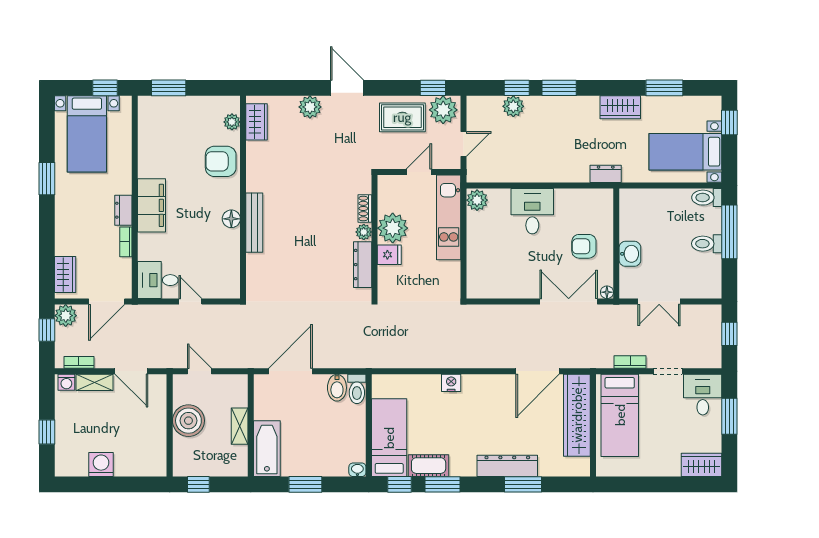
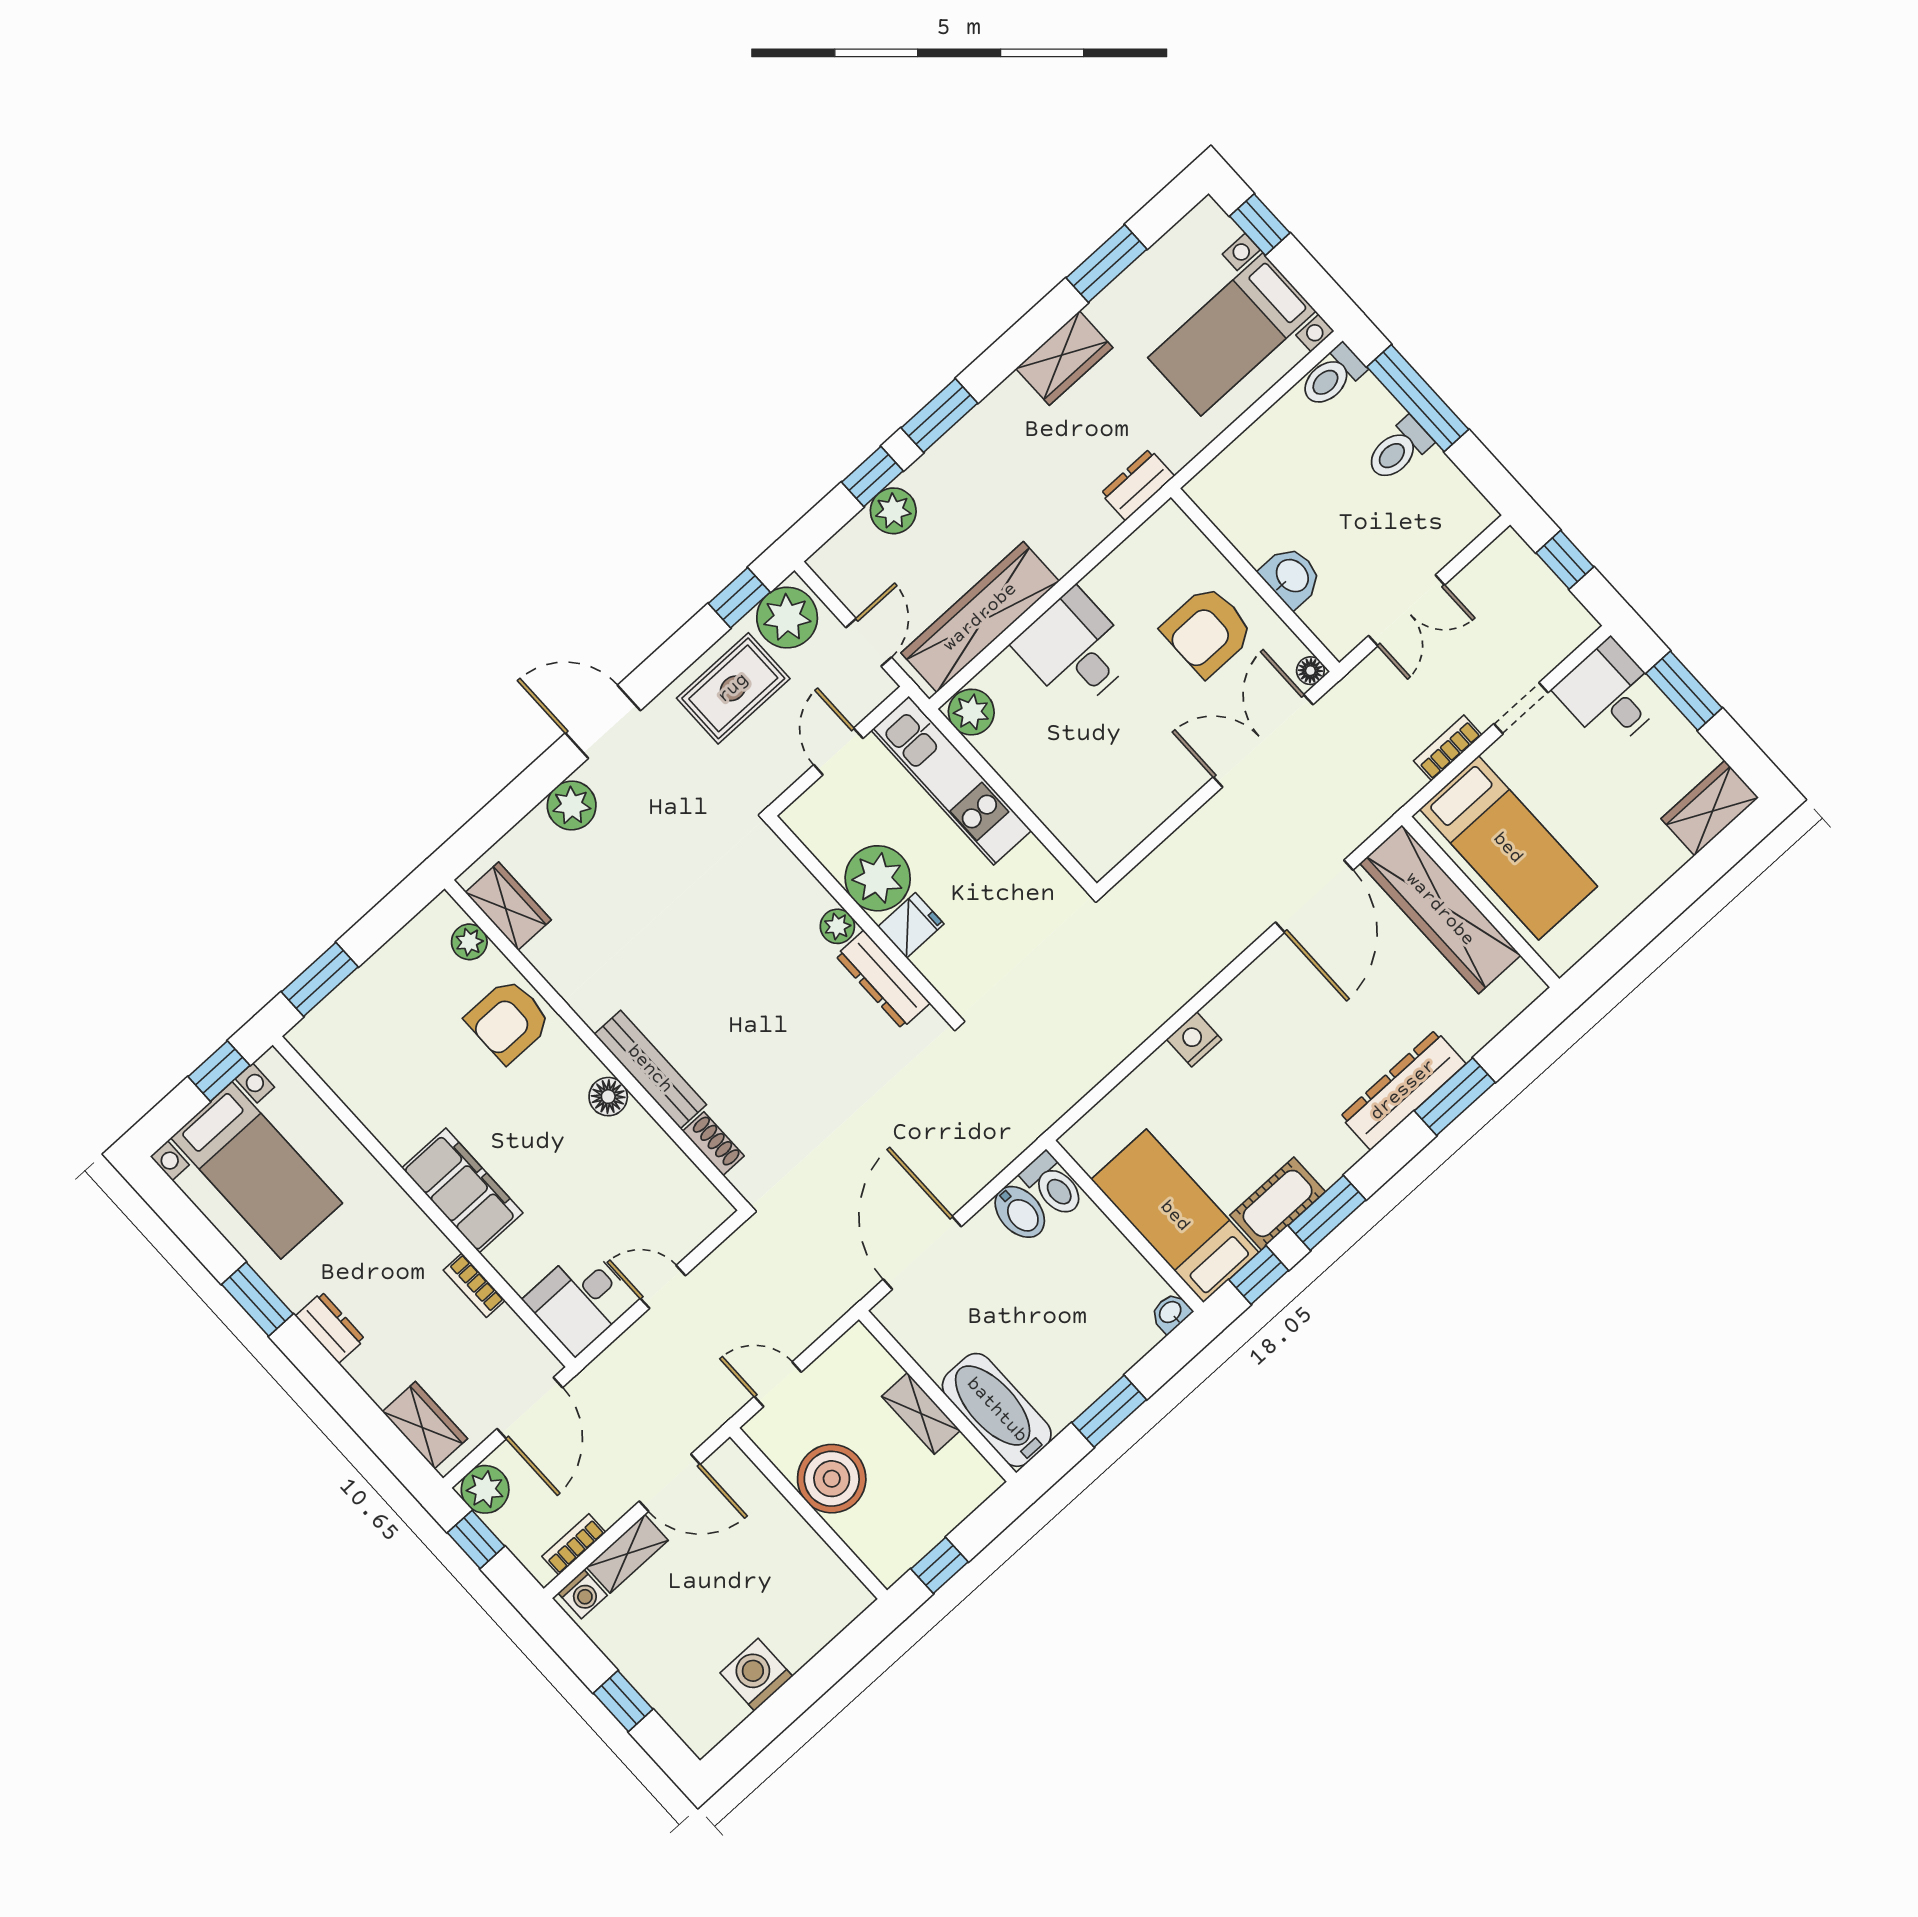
wardrobe: (510, 170) -> (980, 617), added
shoe rack: (365, 208) -> (713, 1144), moved, turned 180
dresser: (123, 210) -> (330, 1327), moved, turned 180
armchair: (584, 246) -> (1208, 631), width x1.38, depth x1.38

